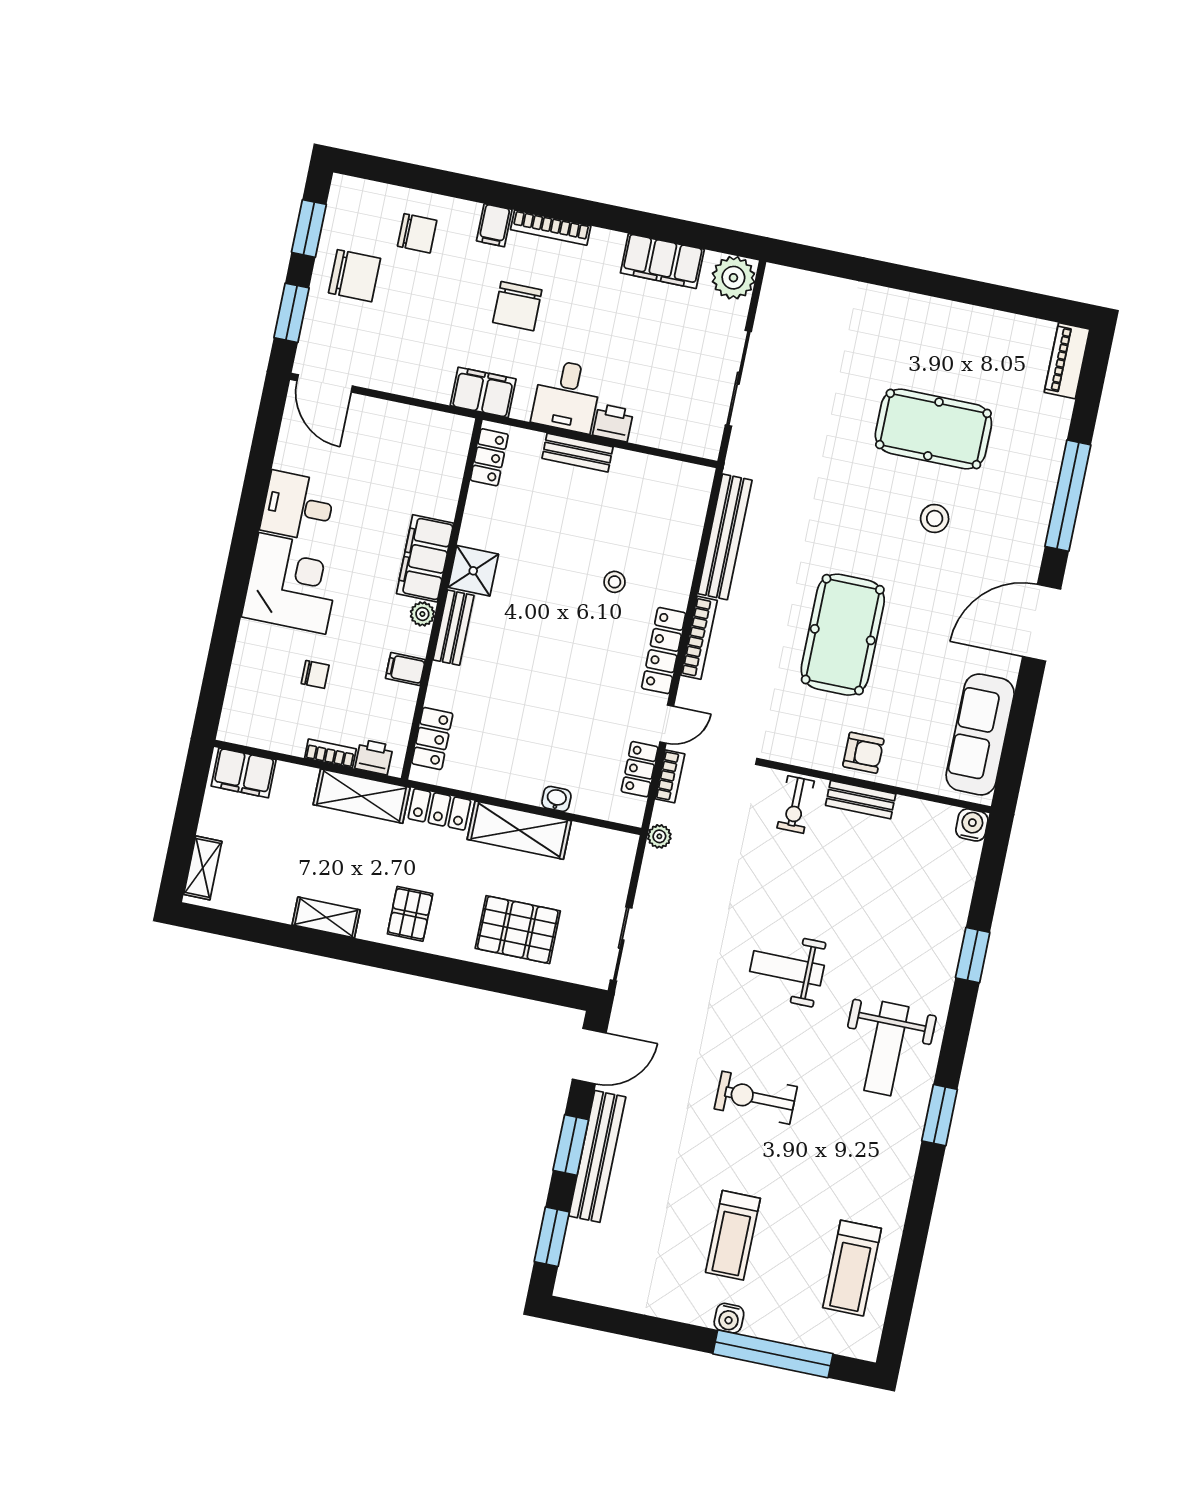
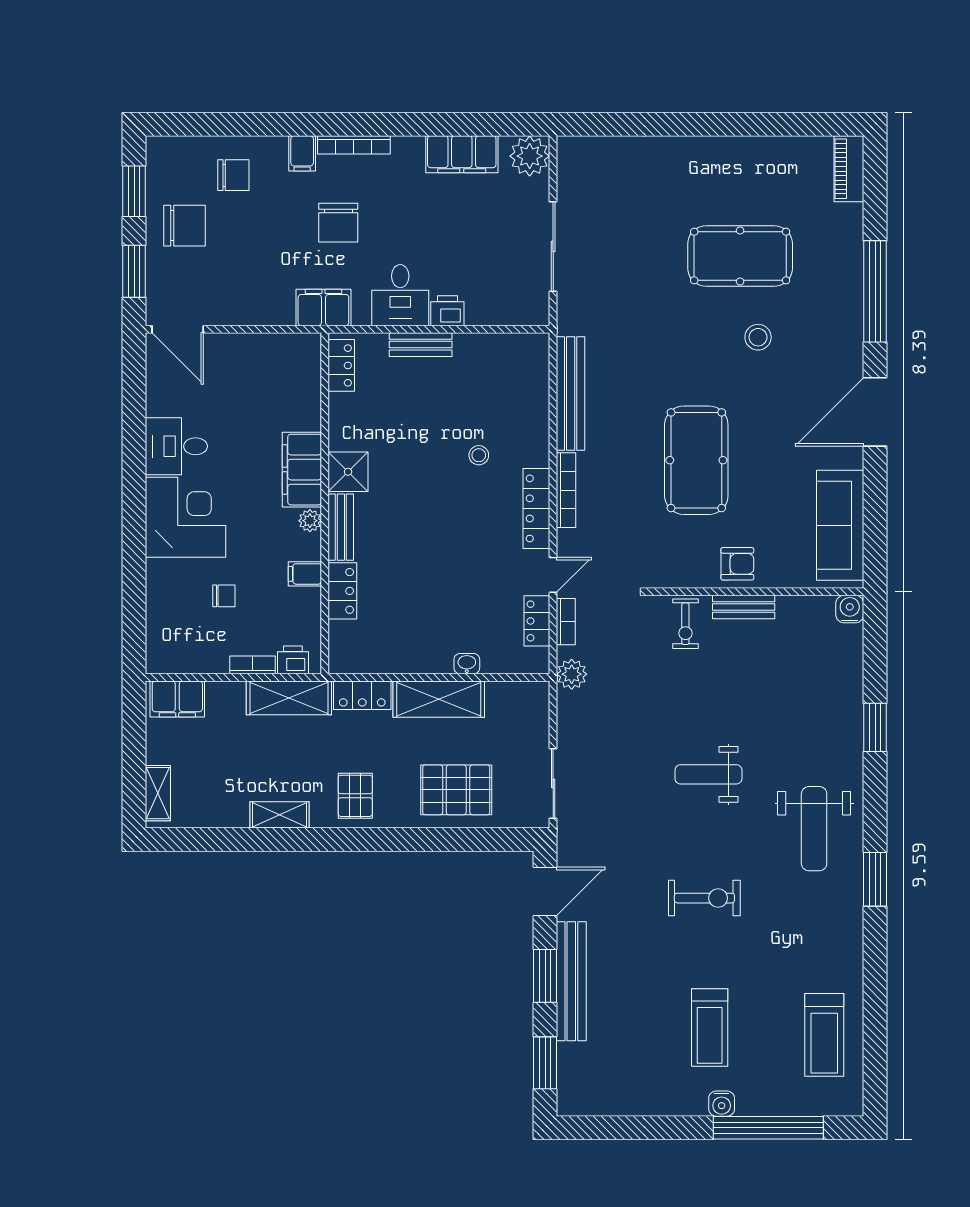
locker: (432, 738) -> (342, 591), moved
plant: (659, 836) -> (572, 674), width x1.38, depth x1.38
exercise bike: (756, 1098) -> (704, 898), turned 180

